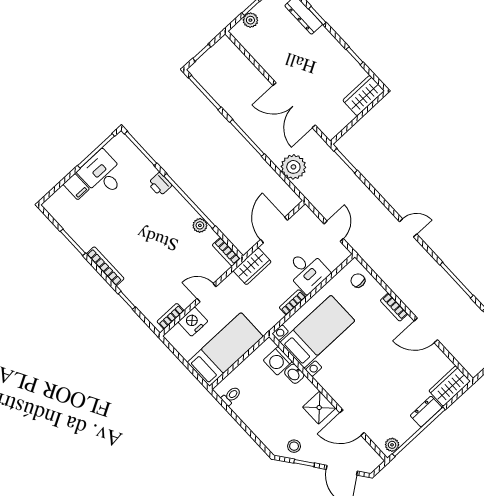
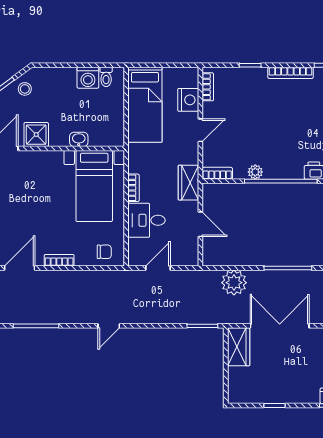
wardrobe: (364, 96) -> (239, 347), moved
door: (274, 230) -> (200, 224), width x0.73
door: (334, 231) -> (158, 268), swing flipped
washing machine: (278, 361) -> (88, 78), moved, turned 180

